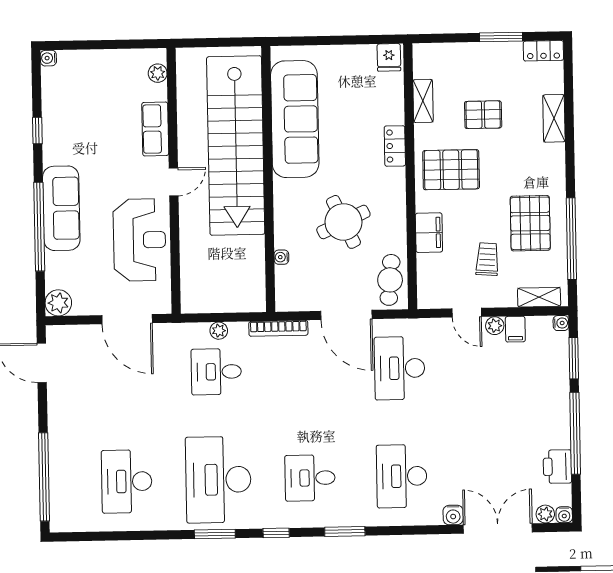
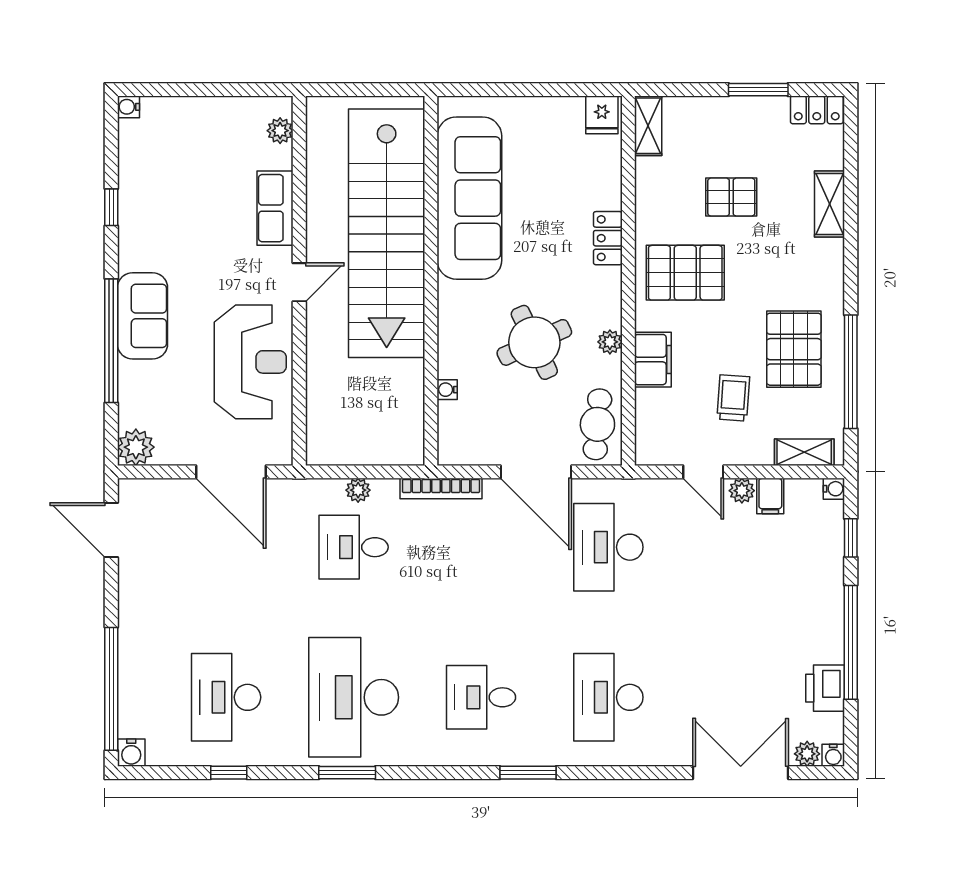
shelving: (423, 101) -> (648, 126), moved
sofa: (61, 208) -> (142, 316), width x0.73
plant: (398, 221) -> (610, 342), added
window: (574, 358) -> (851, 538), width x0.67
water cooler: (453, 515) -> (131, 753), moved
window: (276, 533) -> (229, 773), moved

